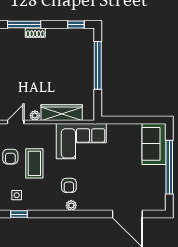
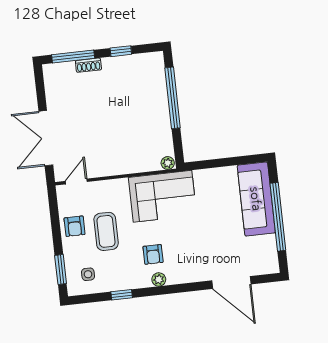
window: (76, 25) -> (121, 51), moved
wardrobe: (62, 113) -> (133, 163), removed
plant: (35, 116) -> (168, 163), moved
sofa: (154, 144) -> (256, 199), width x1.36
window: (19, 214) -> (122, 295), moved

